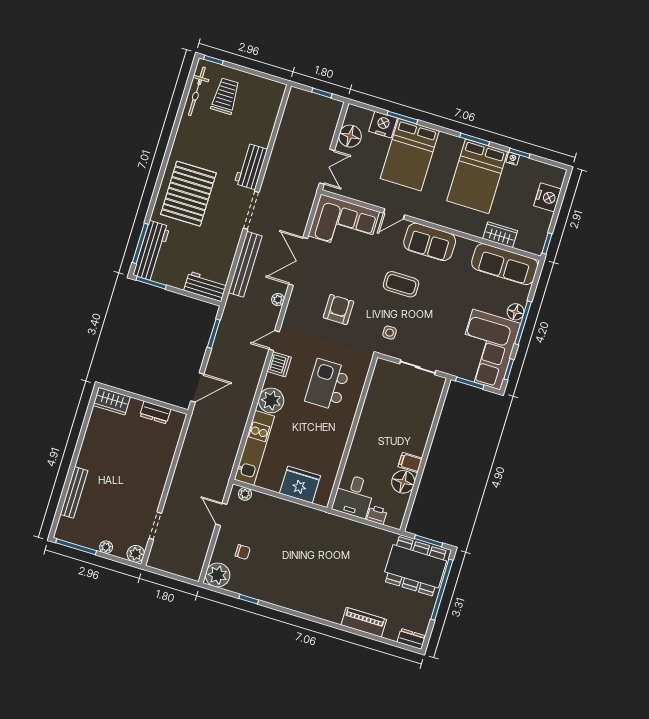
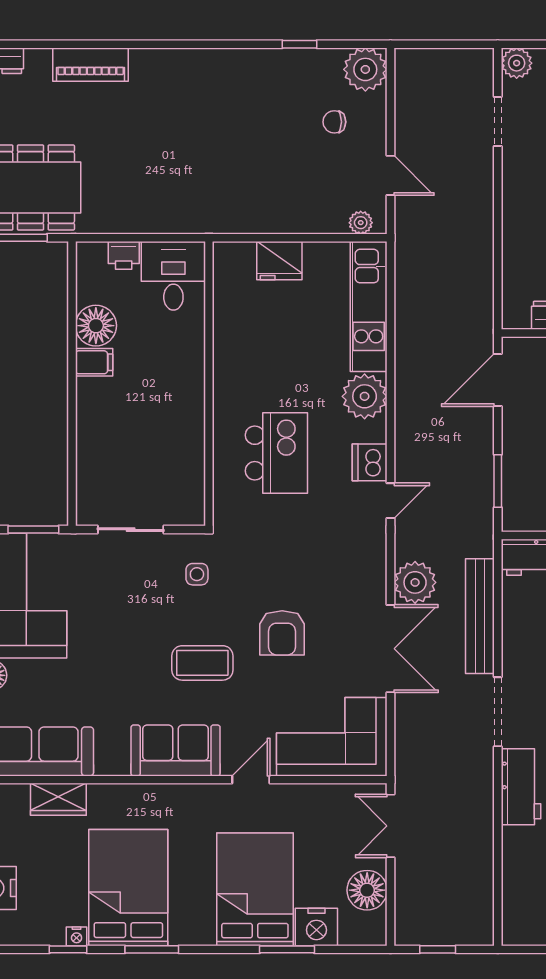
plant: (278, 300) -> (415, 582), width x1.88, depth x1.88
armchair: (339, 310) -> (282, 633), moved
fridge: (300, 485) -> (279, 261), width x0.73, depth x0.75

